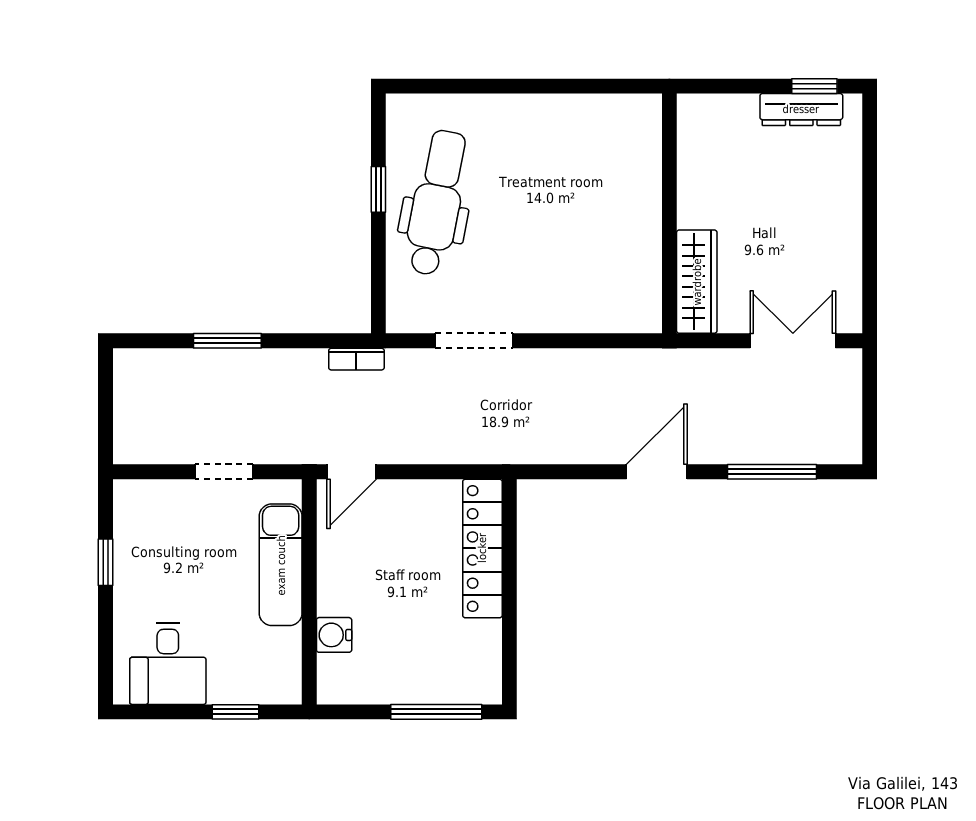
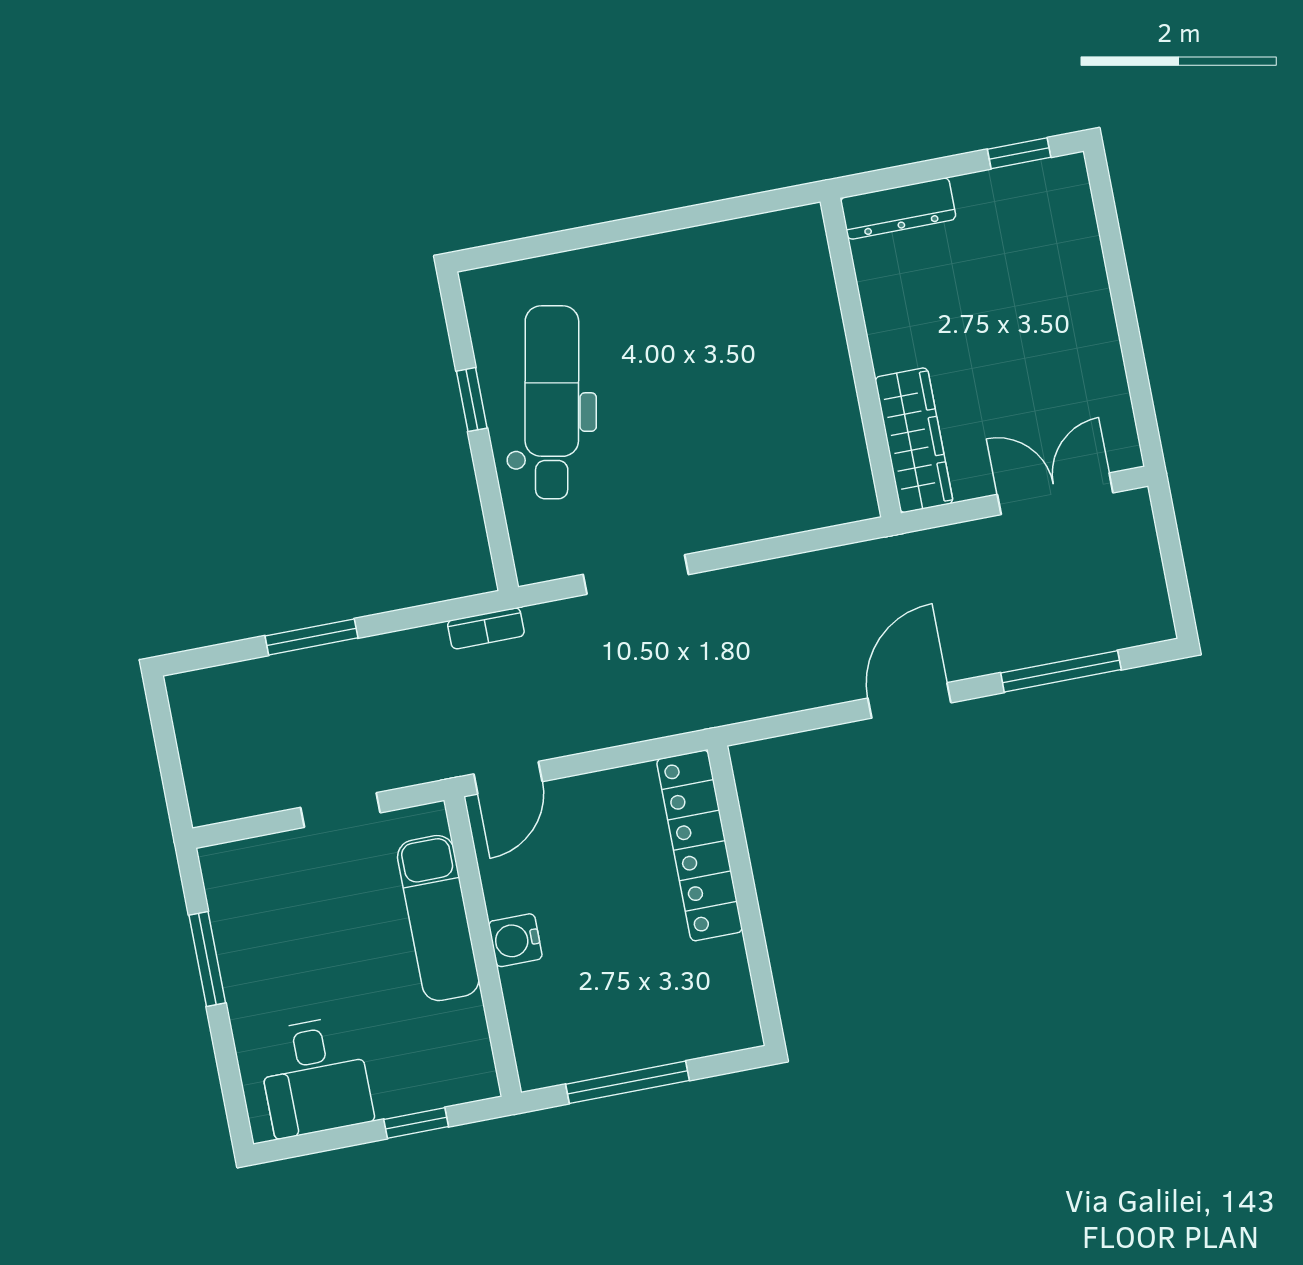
dresser: (801, 109) -> (898, 209), moved
window: (105, 562) -> (207, 959), width x1.50
water cooler: (334, 635) -> (515, 940), moved
window: (436, 712) -> (628, 1082), moved

